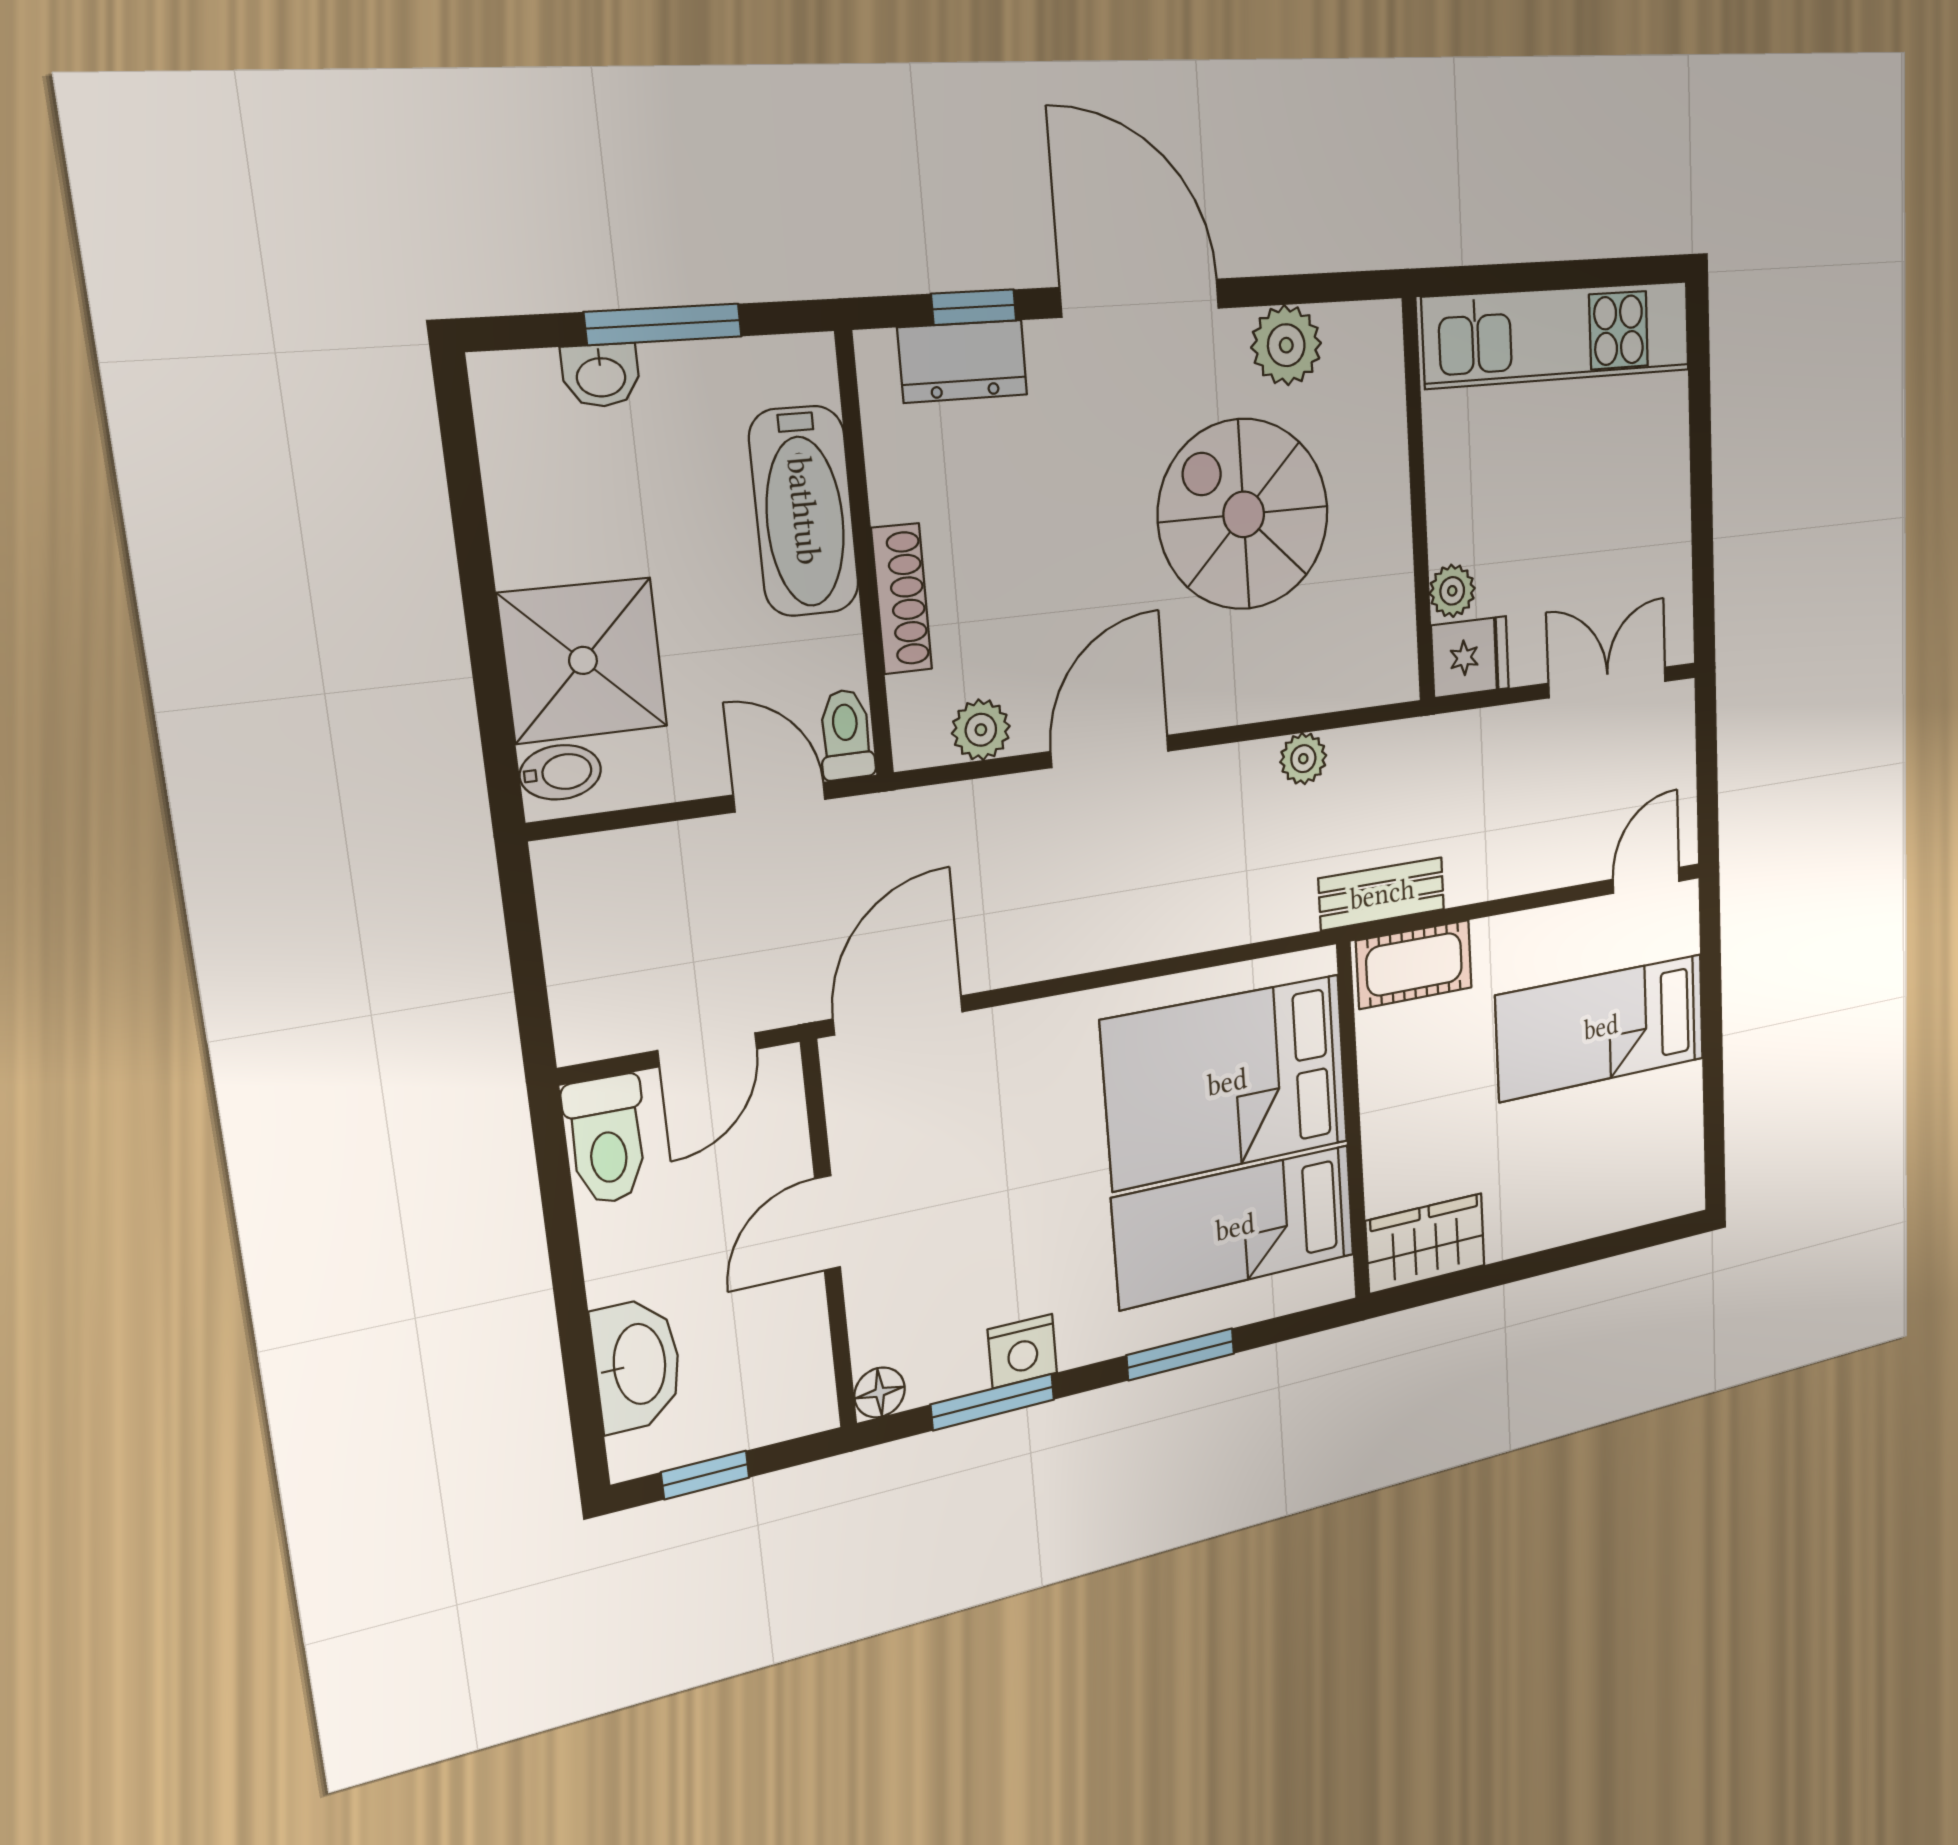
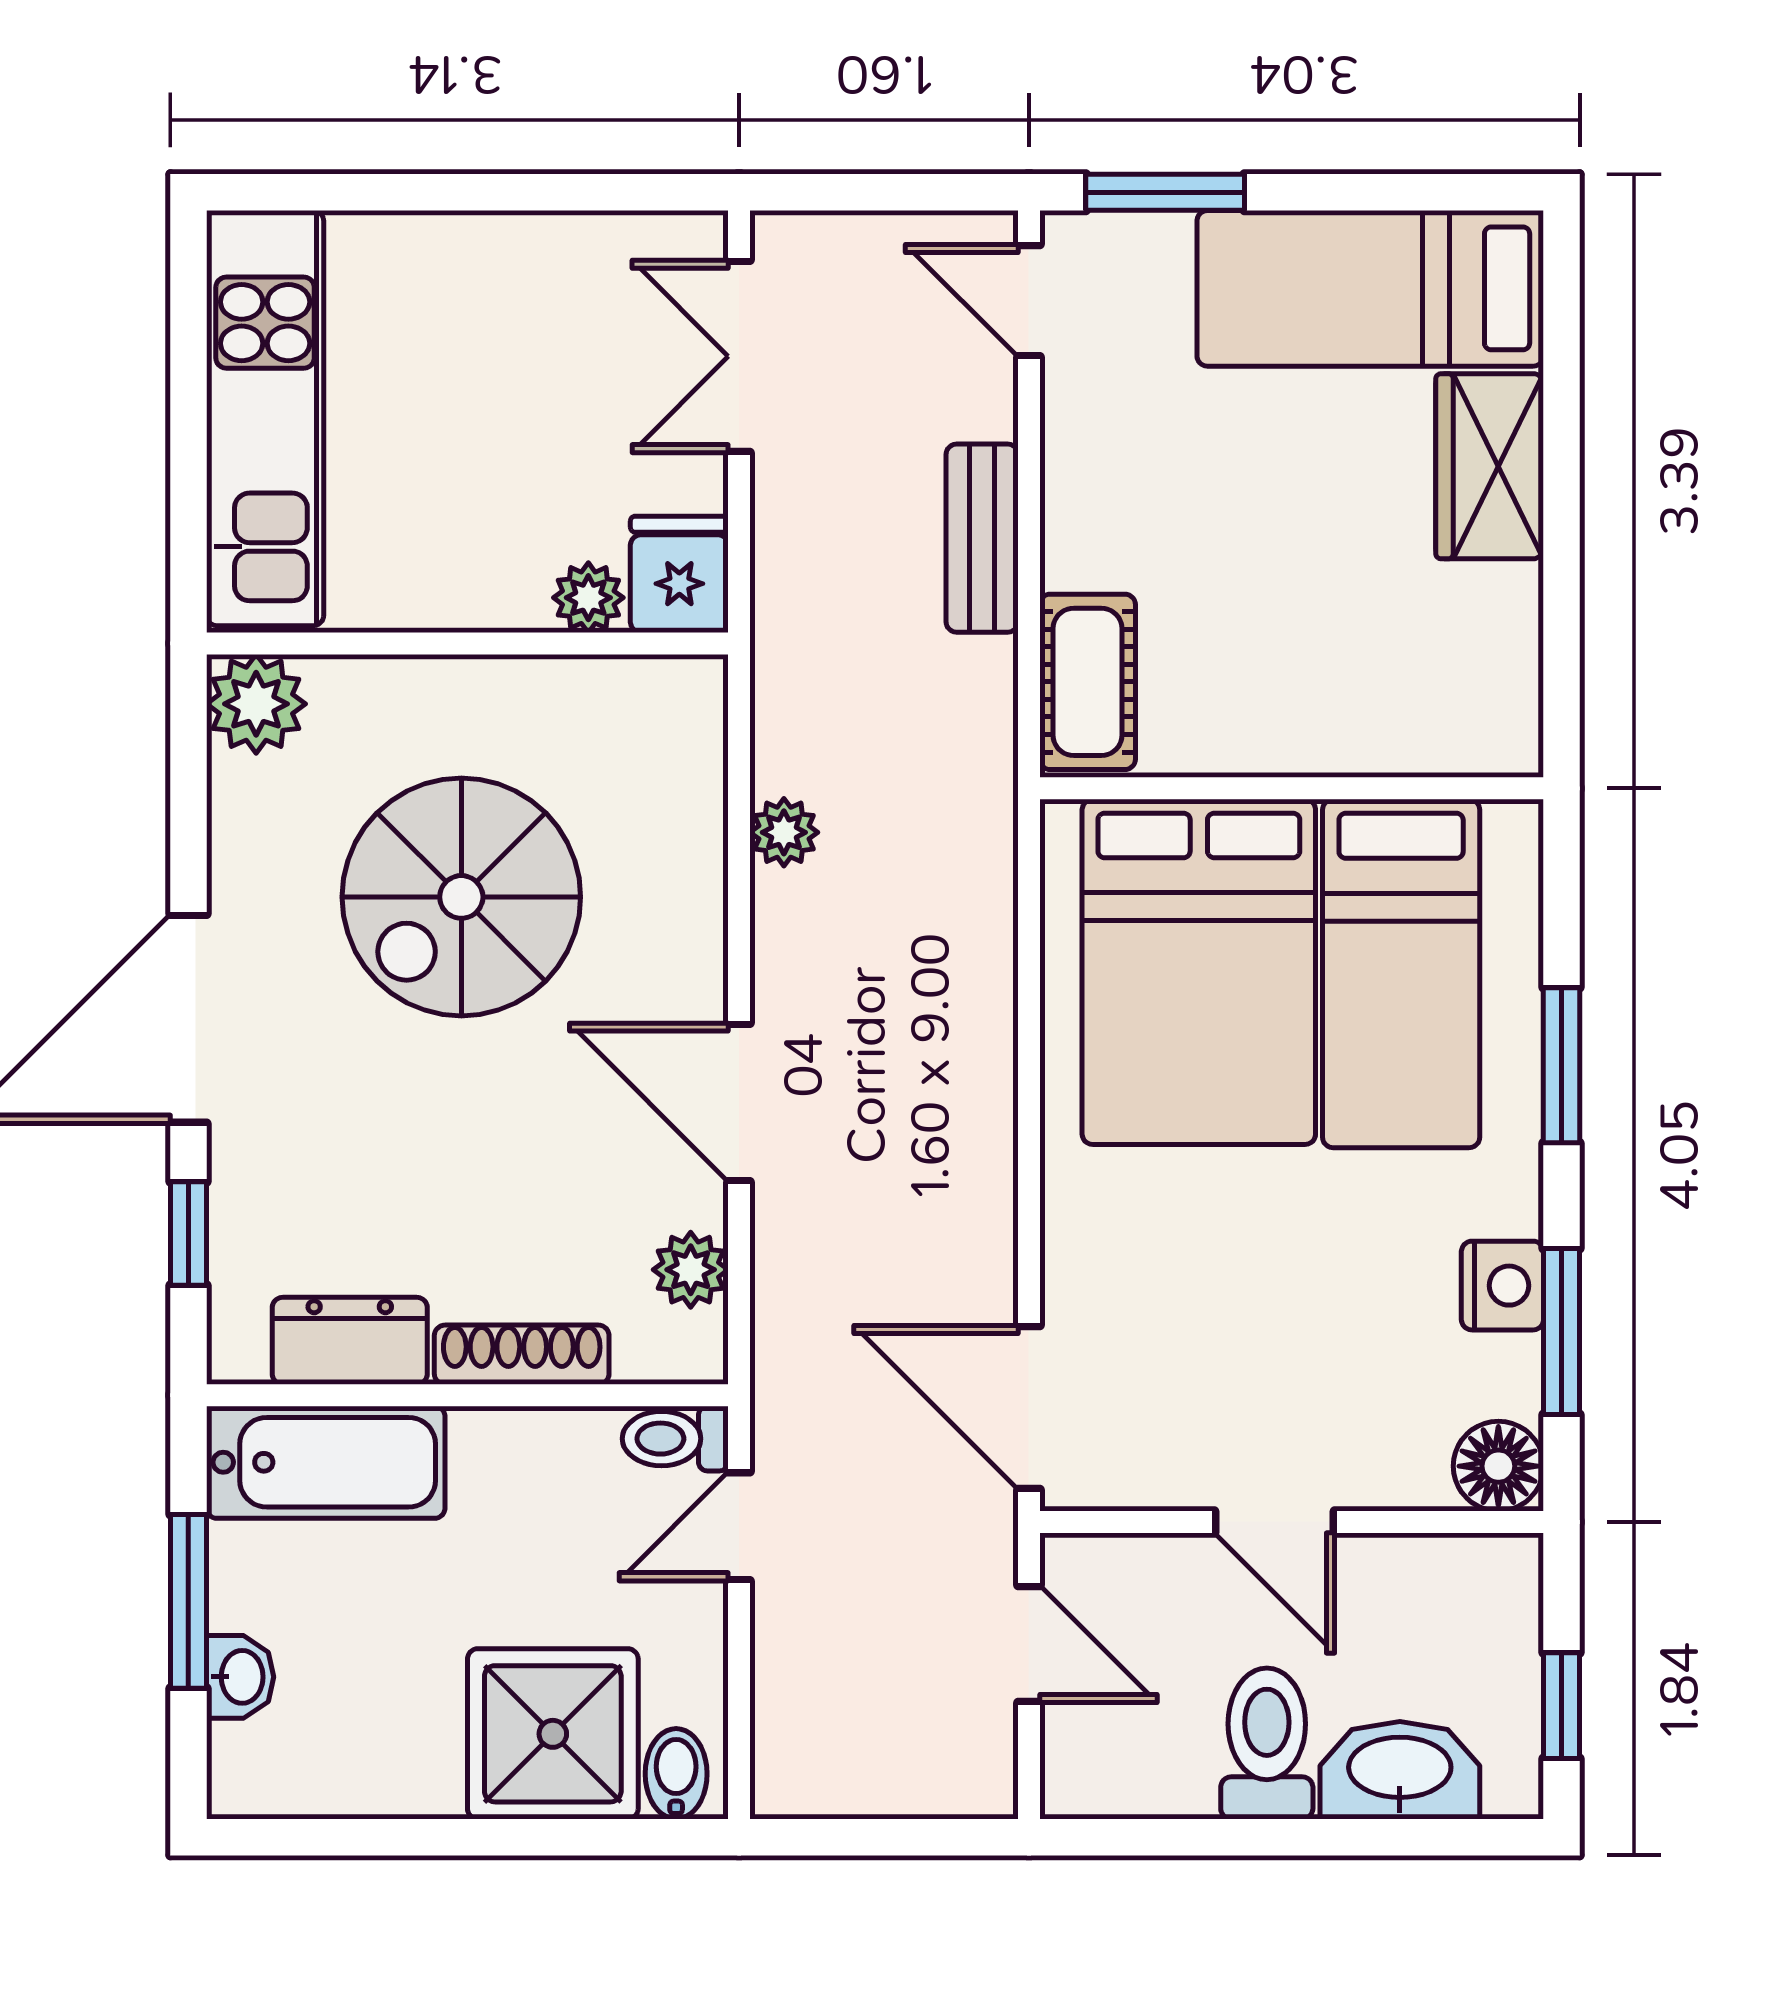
plant: (1286, 345) -> (256, 704), moved
dresser: (963, 361) -> (350, 1341), moved, turned -90
bathtub: (804, 511) -> (326, 1462), moved
bench: (1382, 894) -> (982, 538), moved
window: (1711, 961) -> (1165, 192), added
bed: (1601, 1027) -> (1370, 288), moved, turned 90
toilet: (607, 1140) -> (1267, 1743), moved, turned -90
wardrobe: (1426, 1243) -> (1490, 466), moved
floor lamp: (880, 1392) -> (1498, 1466), width x1.37, depth x1.37

